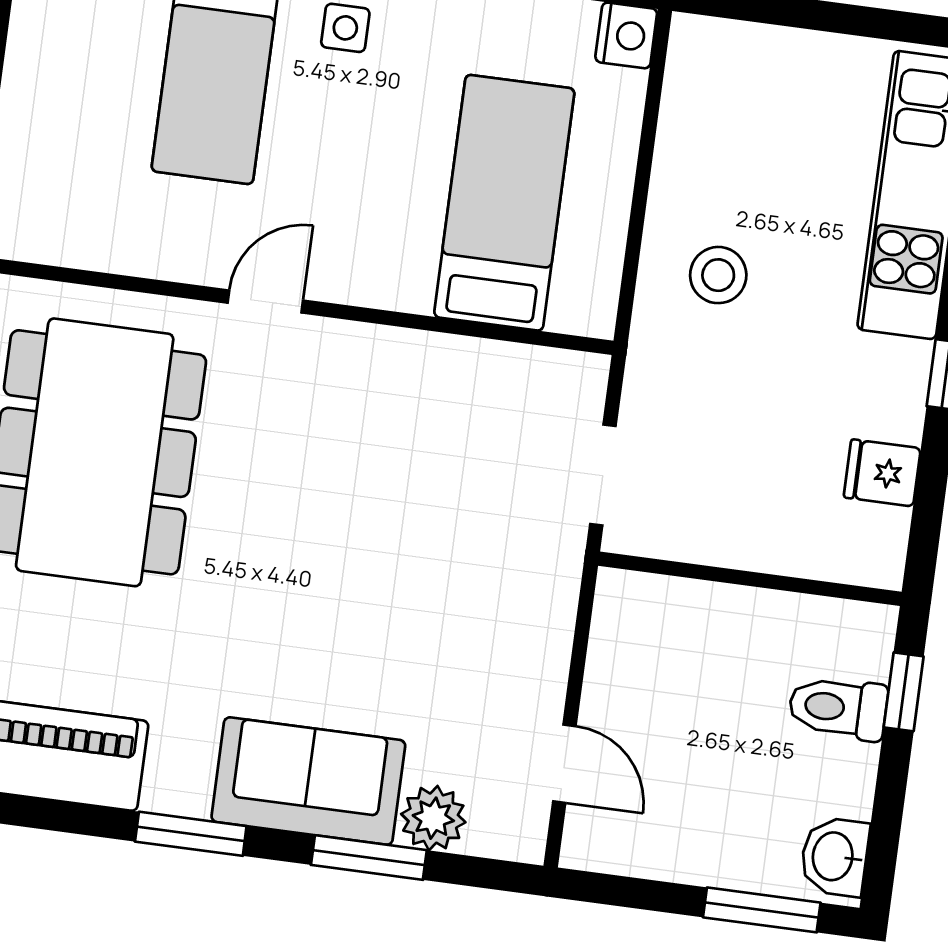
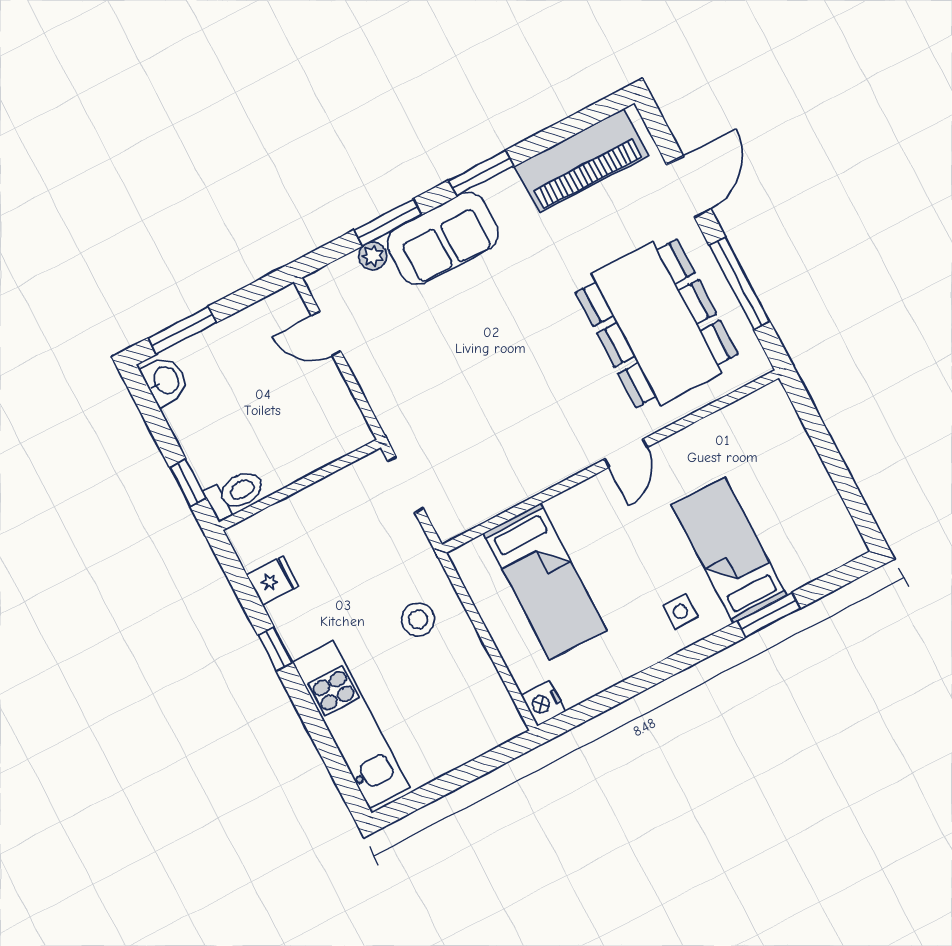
toilet: (838, 708) -> (235, 493), moved
plant: (433, 818) -> (373, 256), width x0.73, depth x0.73

